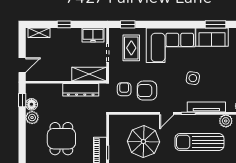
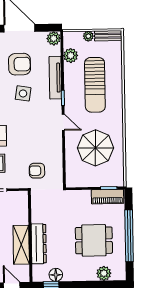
shelving: (89, 74) -> (21, 245), moved
dresser: (81, 90) -> (39, 244), moved
armchair: (147, 91) -> (20, 64), moved, turned -91
plant: (32, 118) -> (104, 273), moved

